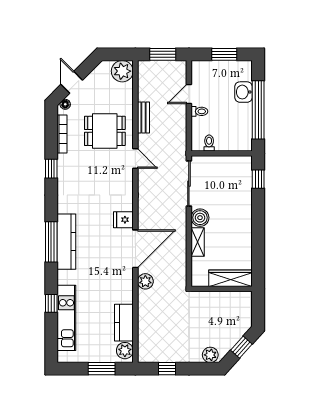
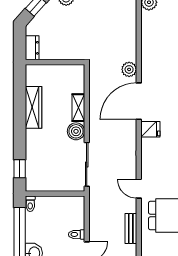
toilet: (209, 143) -> (30, 204), moved
wardrobe: (231, 278) -> (33, 107), moved, turned -90
dresser: (245, 304) -> (32, 48), added
kitchen counter: (124, 323) -> (150, 29), removed

